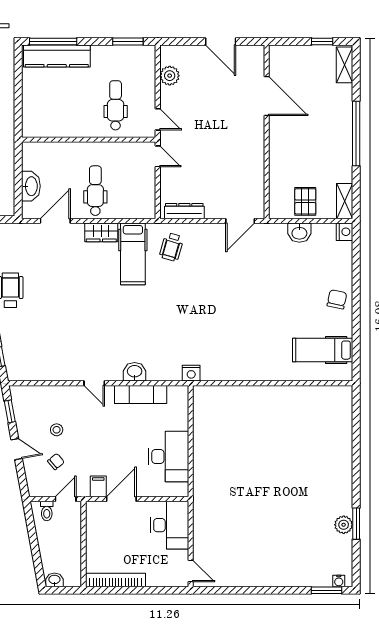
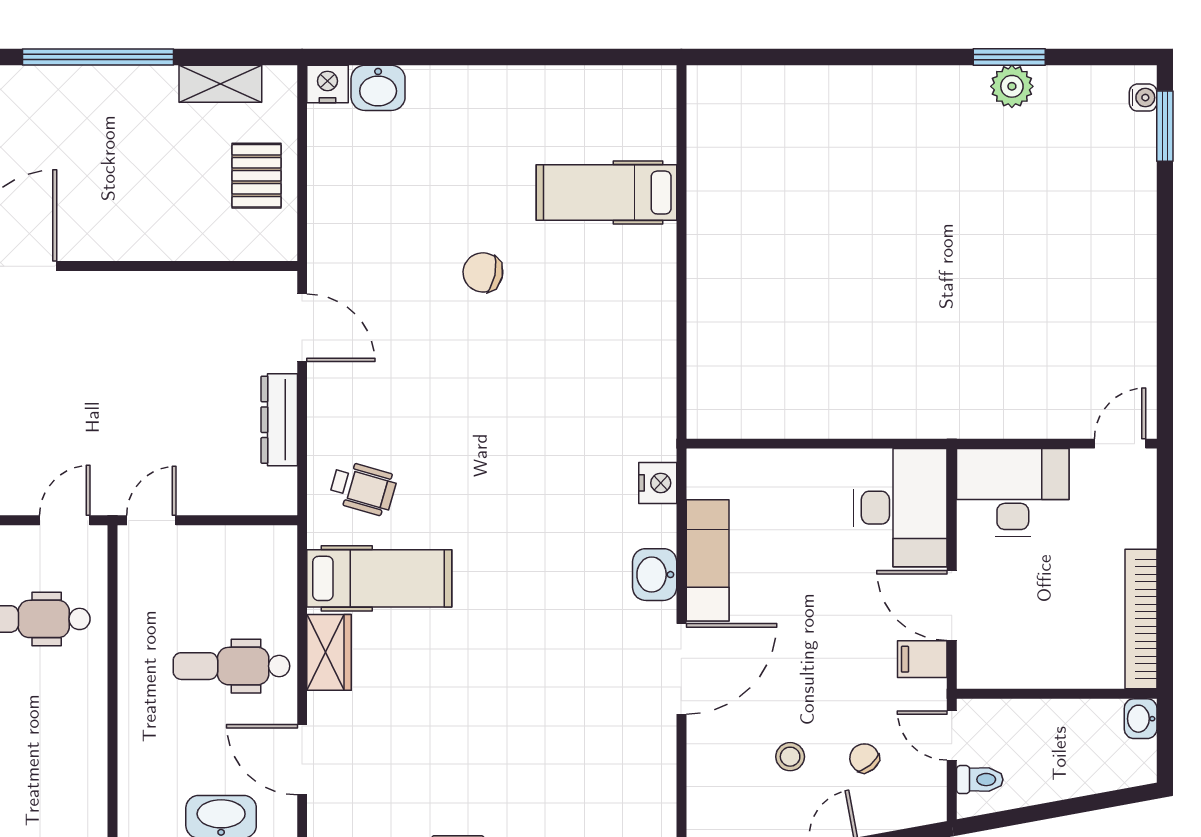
pallet: (305, 201) -> (257, 176), turned 90
shelving: (345, 201) -> (220, 84), moved
dresser: (184, 211) -> (279, 420), moved
washbasin: (299, 233) -> (378, 88), moved, turned 90
chair: (337, 299) -> (483, 272), moved
hospital bed: (323, 350) -> (606, 193), moved, turned 90
nightstand: (191, 373) -> (658, 483), moved
door: (94, 383) -> (681, 669), width x1.88
desk: (169, 456) -> (900, 508), moved, turned 90
washbasin: (54, 580) -> (1141, 719), moved

